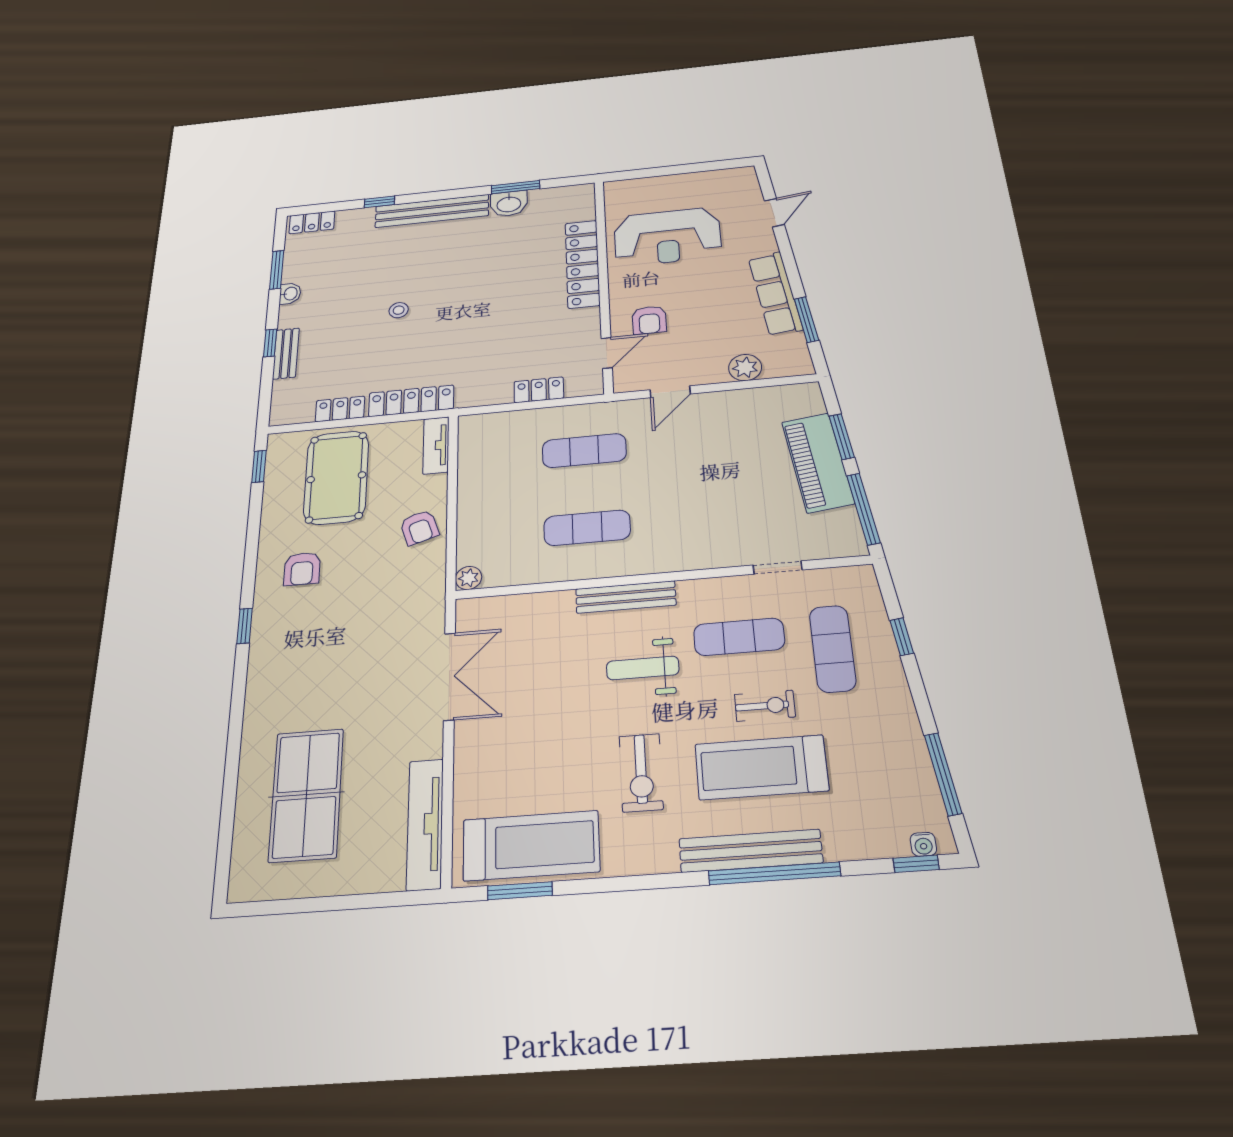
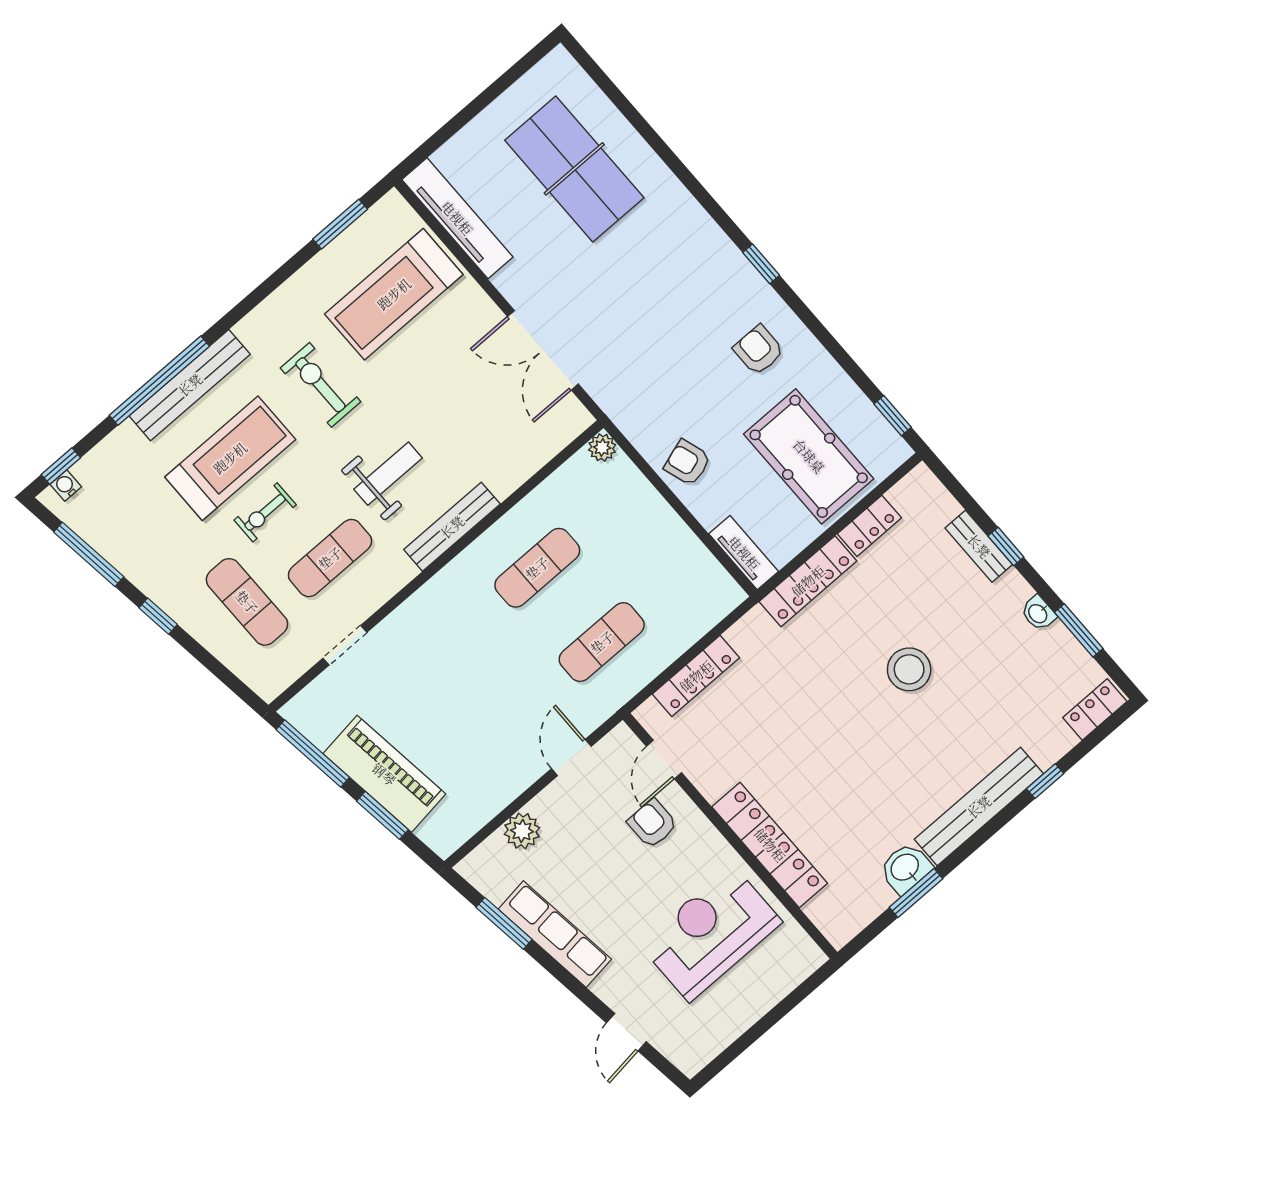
stool: (399, 310) -> (909, 669), width x1.89, depth x1.89
locker: (539, 390) -> (696, 676), width x1.53
window: (902, 637) -> (158, 616), moved
treadmill: (531, 846) -> (394, 294), moved

